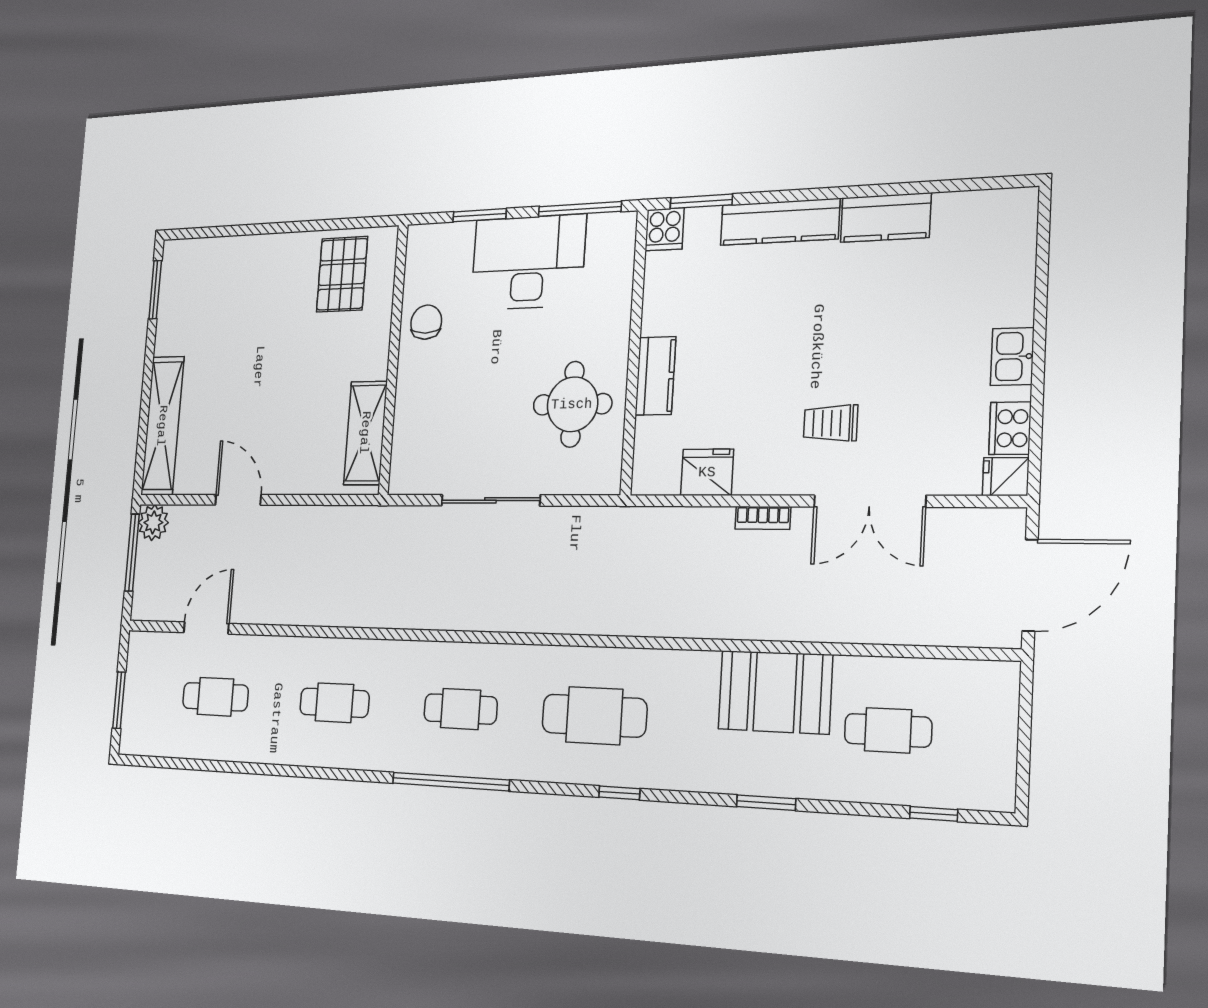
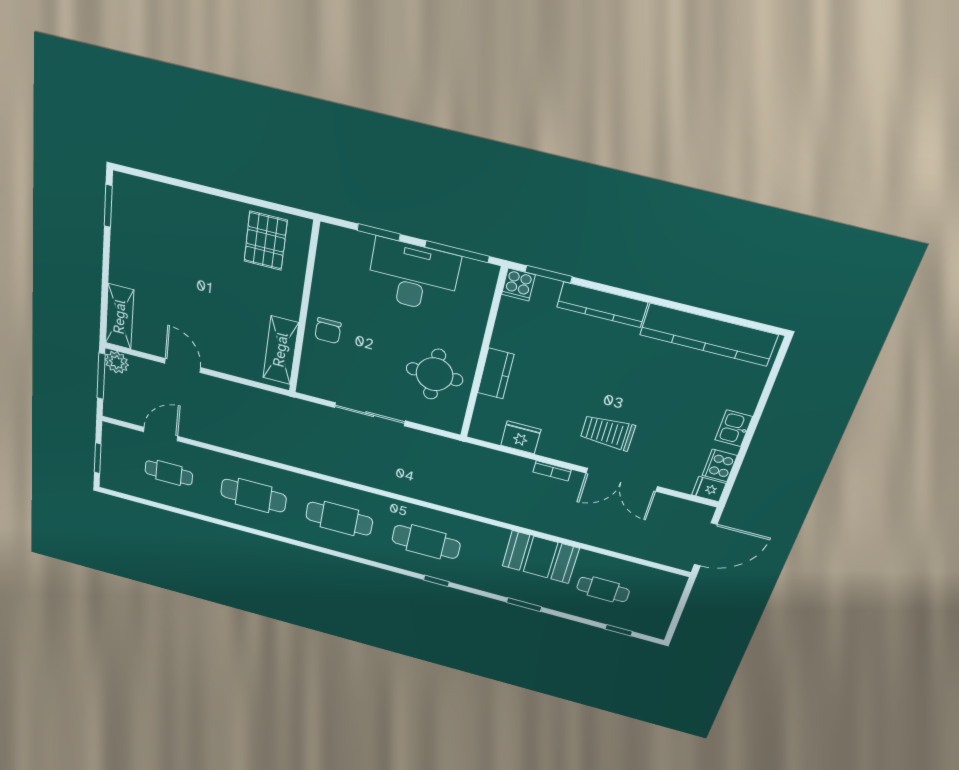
kitchen counter: (886, 218) -> (708, 335), width x2.08, depth x1.17
chair: (426, 322) -> (328, 331), moved, turned 180
trolley: (830, 423) -> (608, 432), width x1.36, depth x1.39
shelving: (162, 426) -> (120, 317), width x0.68
cafe table: (334, 703) -> (253, 496), width x1.37, depth x1.35
cafe table: (461, 709) -> (339, 519), width x1.37, depth x1.35
window: (450, 782) -> (330, 552), removed

